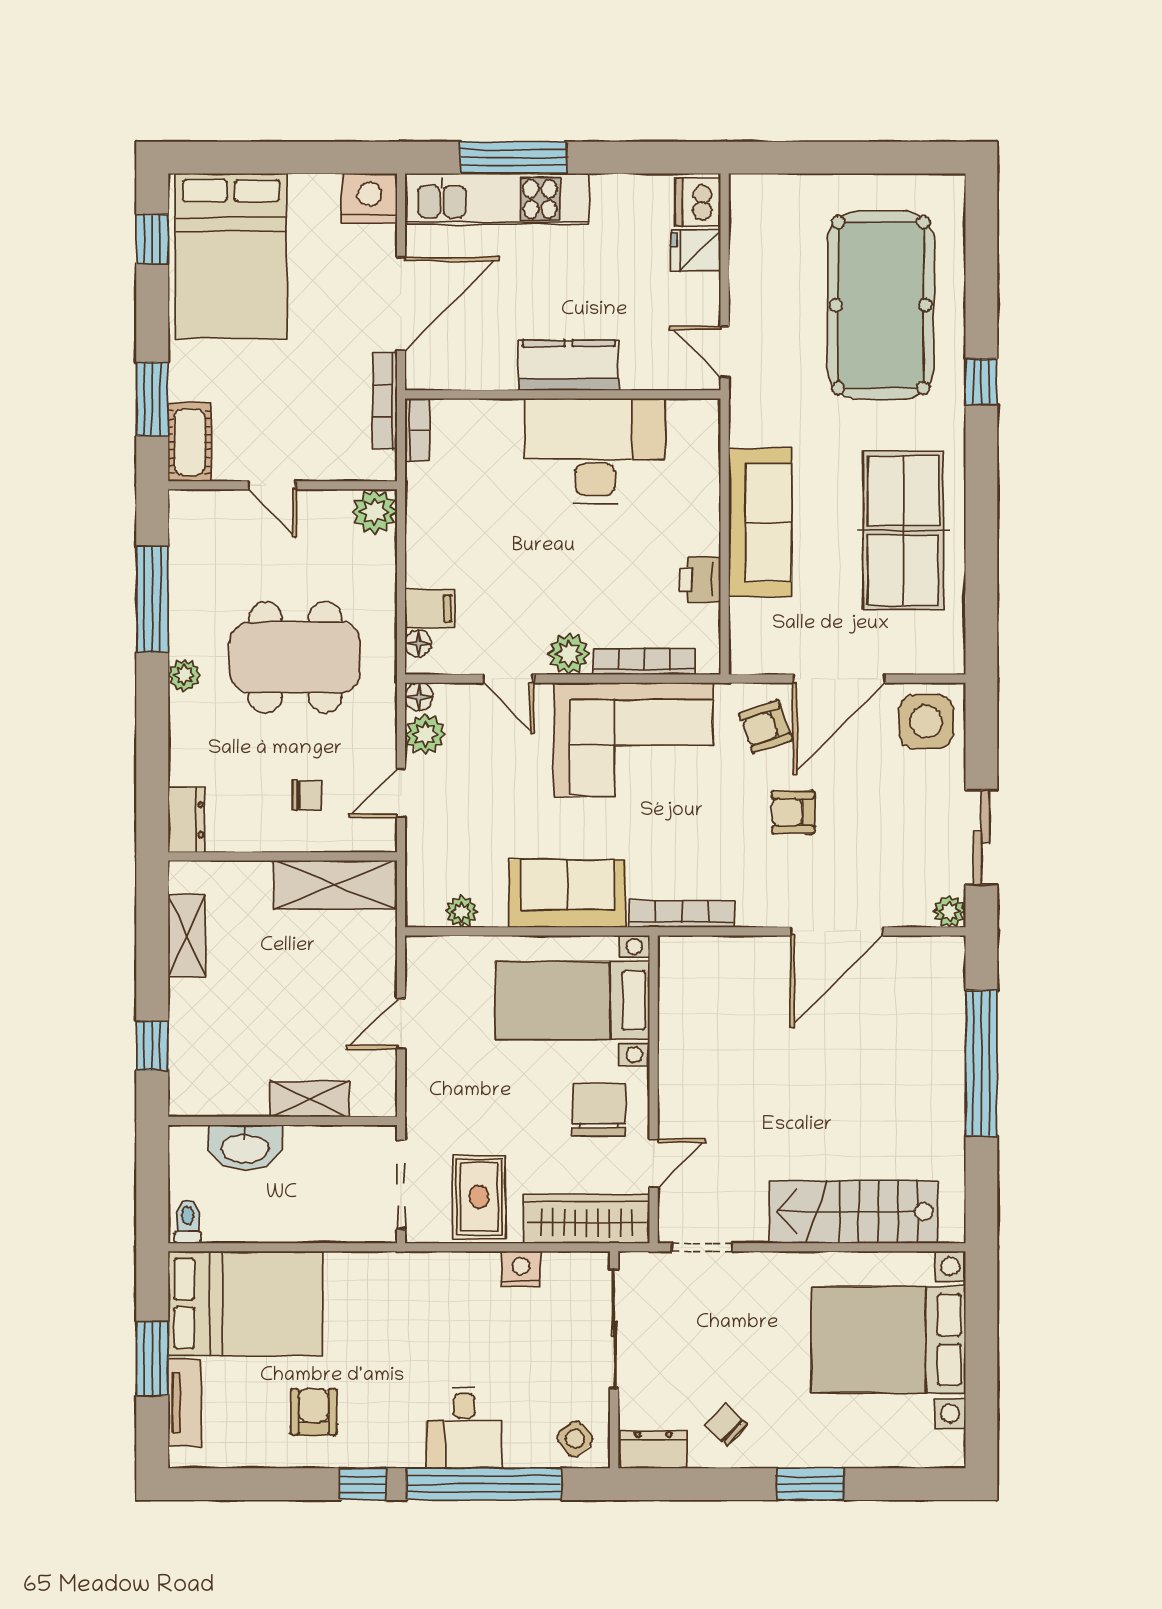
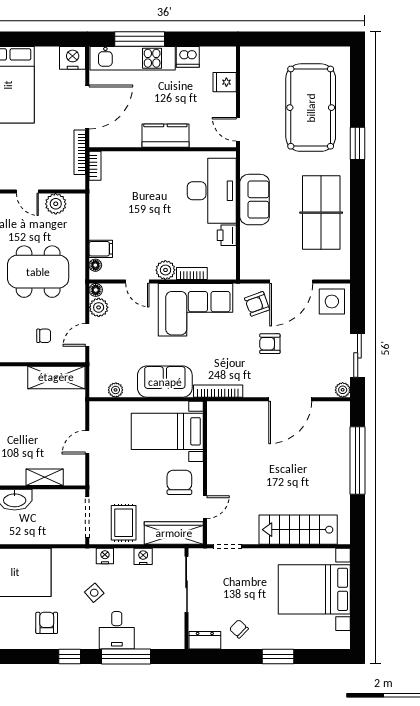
dishwasher: (698, 202) -> (188, 57), moved, turned -90
window: (981, 382) -> (358, 143), width x1.50
desk: (595, 451) -> (212, 191), moved, turned 90
plant: (375, 512) -> (56, 204), moved
sofa: (760, 522) -> (255, 200), width x0.73
bookcase: (644, 662) -> (192, 274), width x0.64
nightstand: (439, 1268) -> (105, 556), added
side table: (575, 1439) -> (94, 593), moved
window: (484, 1484) -> (126, 656), width x0.68

